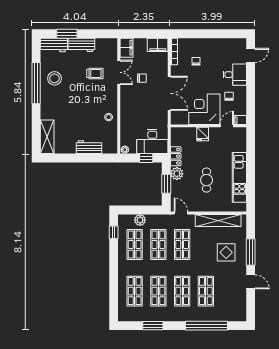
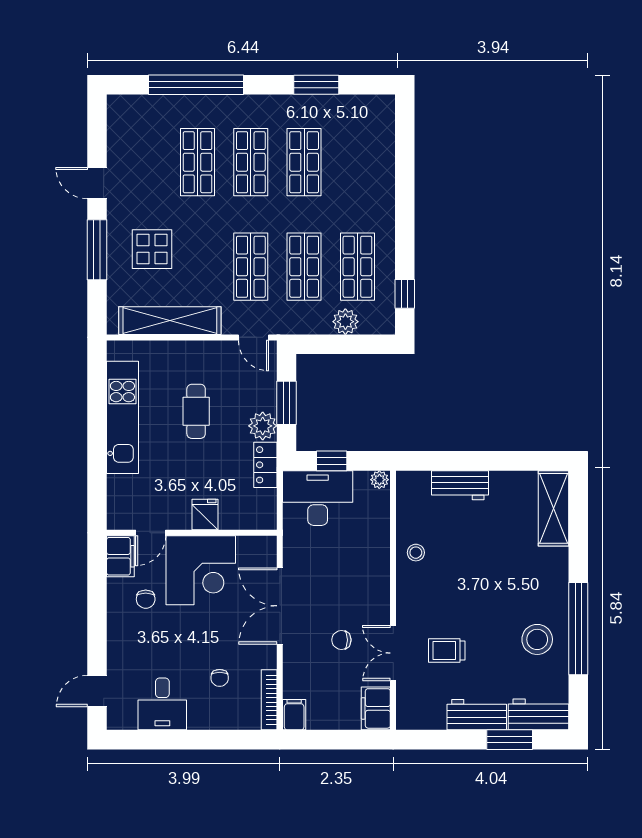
filing cabinet: (158, 45) -> (294, 715), width x0.50
desk: (235, 75) -> (162, 704), moved, turned -90
filing cabinet: (240, 120) -> (120, 556), width x2.00
shop shelf: (135, 291) -> (357, 162), removed

